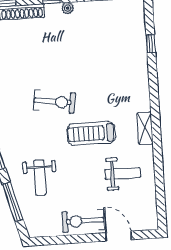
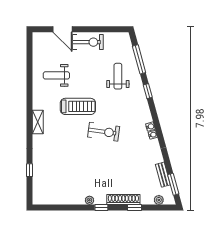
exercise bike: (54, 102) -> (104, 132), turned 180
shelving: (145, 128) -> (38, 122), moved

